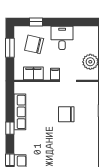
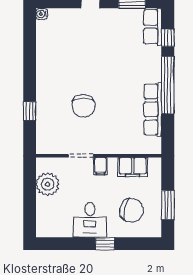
window: (36, 22) -> (105, 244), moved
chair: (66, 114) -> (83, 106), turned 90
window: (10, 128) -> (168, 85), width x3.17

